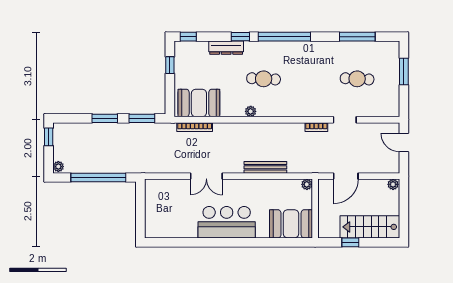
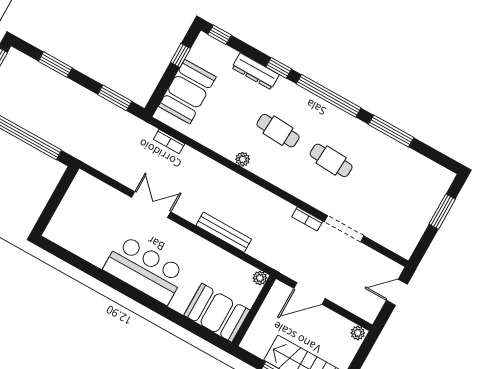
window: (357, 37) -> (391, 131), moved
cafe table: (357, 79) -> (331, 160), moved
booth: (199, 103) -> (187, 92), moved, turned 90
window: (105, 118) -> (55, 65), moved
doorway: (345, 120) -> (344, 229), width x1.38
bookcase: (195, 127) -> (169, 141), width x0.64
door: (404, 143) -> (397, 292), hinge flipped
double door: (206, 176) -> (151, 205), swing flipped

